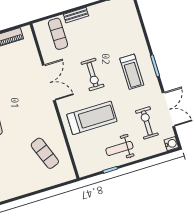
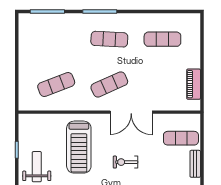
exercise bike: (93, 75) -> (126, 162), width x0.73, depth x0.72
exercise mat: (31, 108) -> (109, 84), added

